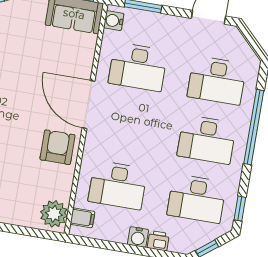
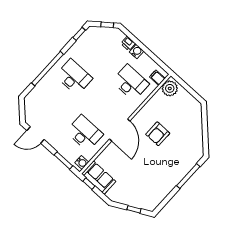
desk: (217, 80) -> (51, 102), removed
armchair: (57, 147) -> (158, 134), moved
desk: (197, 199) -> (97, 52), removed

